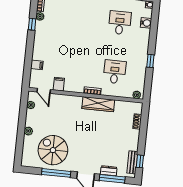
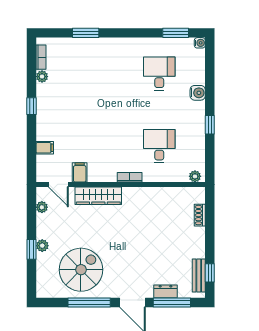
water cooler: (146, 23) -> (198, 93), moved
window: (32, 24) -> (31, 106), moved
wardrobe: (98, 104) -> (98, 196), moved
window: (21, 133) -> (31, 249), added
spiral stairs: (53, 150) -> (81, 270), turned 90

